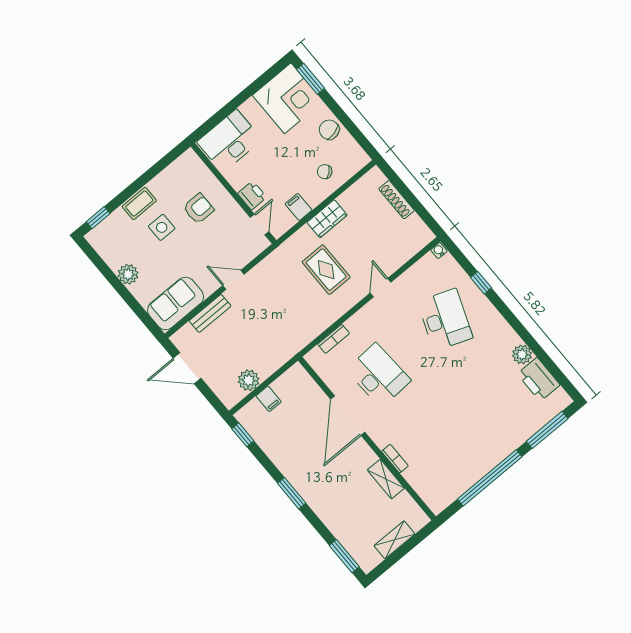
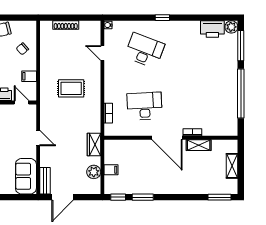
wardrobe: (327, 219) -> (94, 144), moved, turned 180
door: (233, 280) -> (38, 138), swing flipped
window: (481, 283) -> (162, 18), moved
door: (381, 288) -> (102, 53), moved
bench: (210, 313) -> (45, 181), moved
plant: (522, 354) -> (231, 27), moved
door: (348, 416) -> (167, 138), moved
window: (292, 493) -> (143, 197), moved

